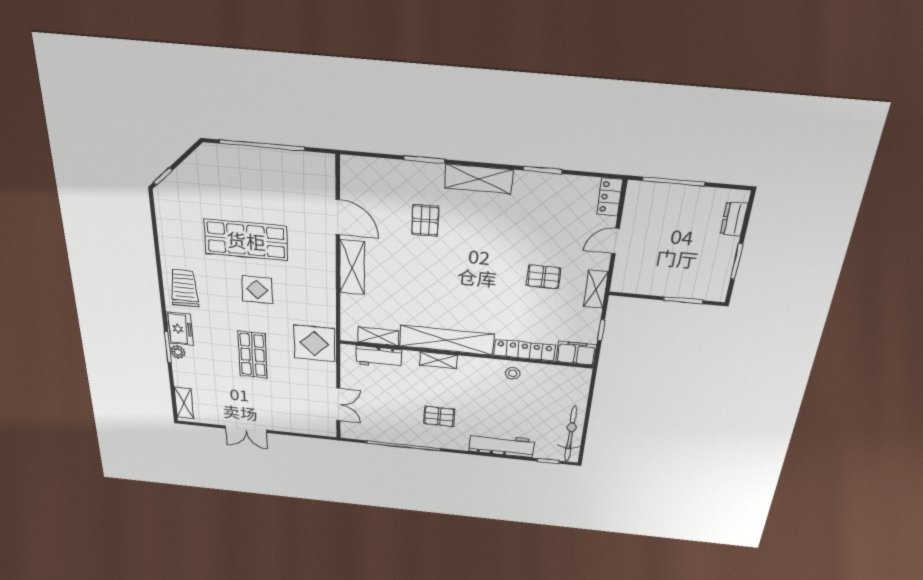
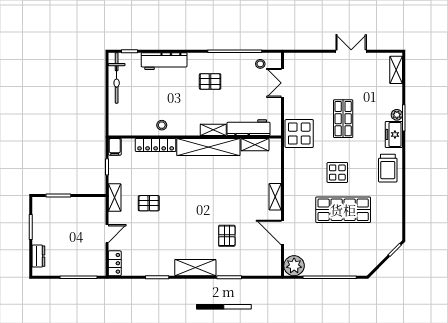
plant: (319, 168) -> (294, 266), added
shelving: (352, 267) -> (275, 197), width x0.67, depth x0.75
filing cabinet: (576, 353) -> (115, 147), width x0.50
workbench: (379, 357) -> (248, 128), width x1.38
stool: (369, 429) -> (260, 64), added

